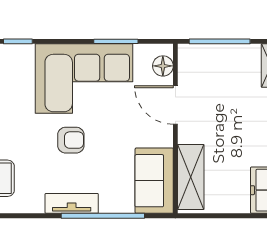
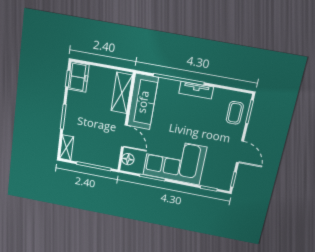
armchair: (71, 140) -> (189, 128), removed
sofa: (154, 181) -> (143, 102), width x1.36

